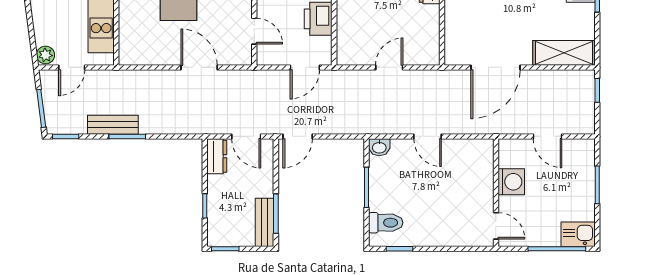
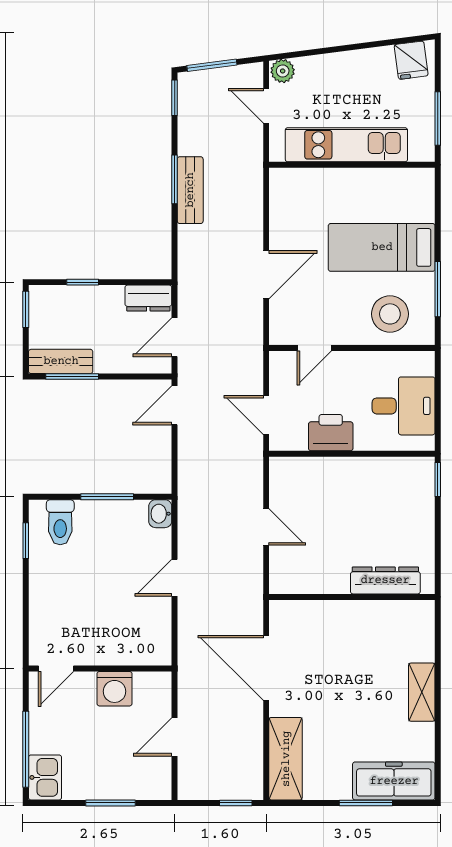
bench: (113, 125) -> (190, 190), moved
door: (298, 136) -> (175, 405), hinge flipped

